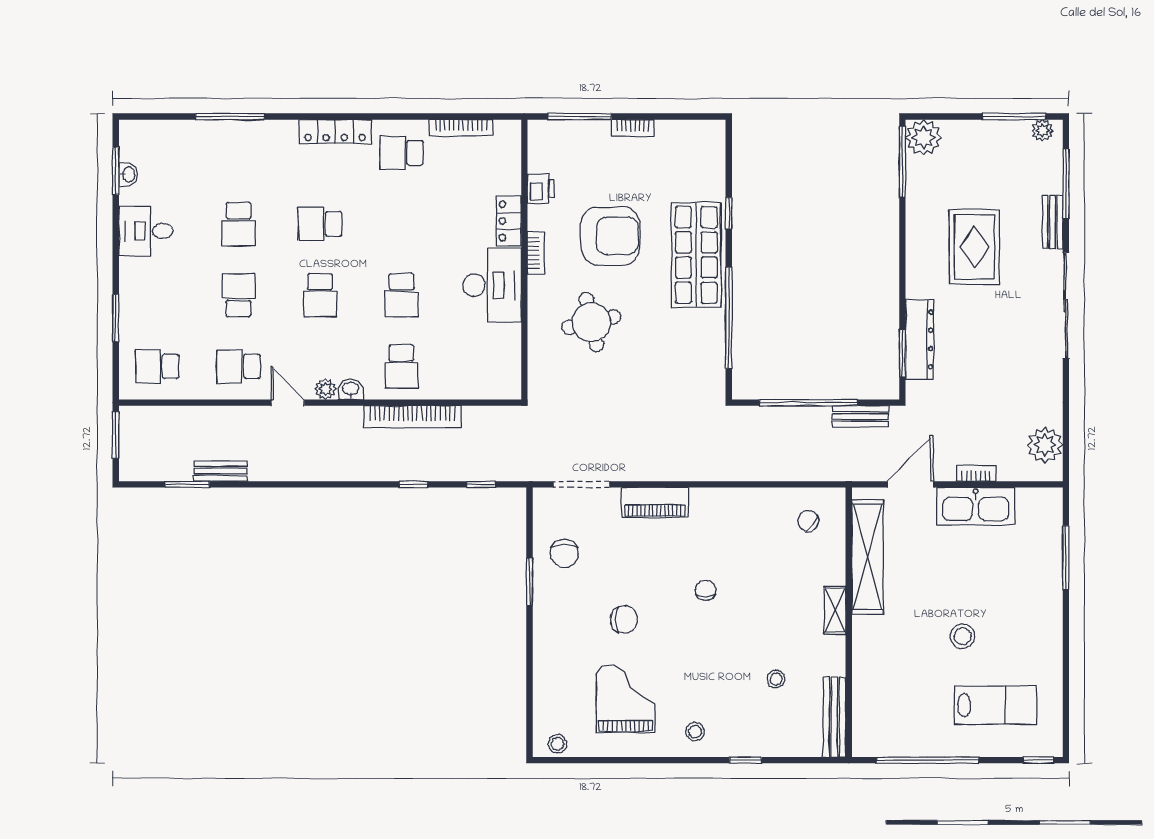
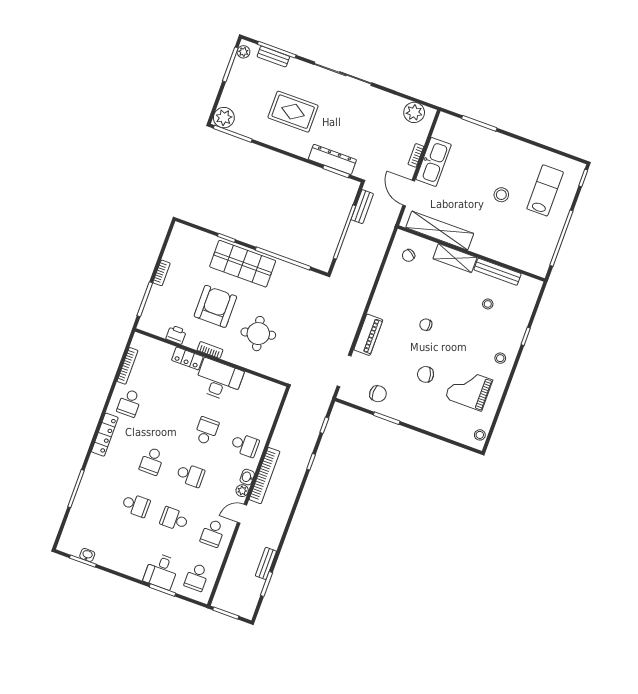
bench: (1053, 222) -> (273, 57), moved
desk: (146, 231) -> (161, 571), moved
school desk: (401, 295) -> (206, 431), turned -90
bookcase: (412, 417) -> (265, 476), moved
shelving: (835, 610) -> (455, 258), width x1.50, depth x1.33
chair: (624, 619) -> (426, 374), turned -105
bench: (834, 717) -> (498, 272), moved

